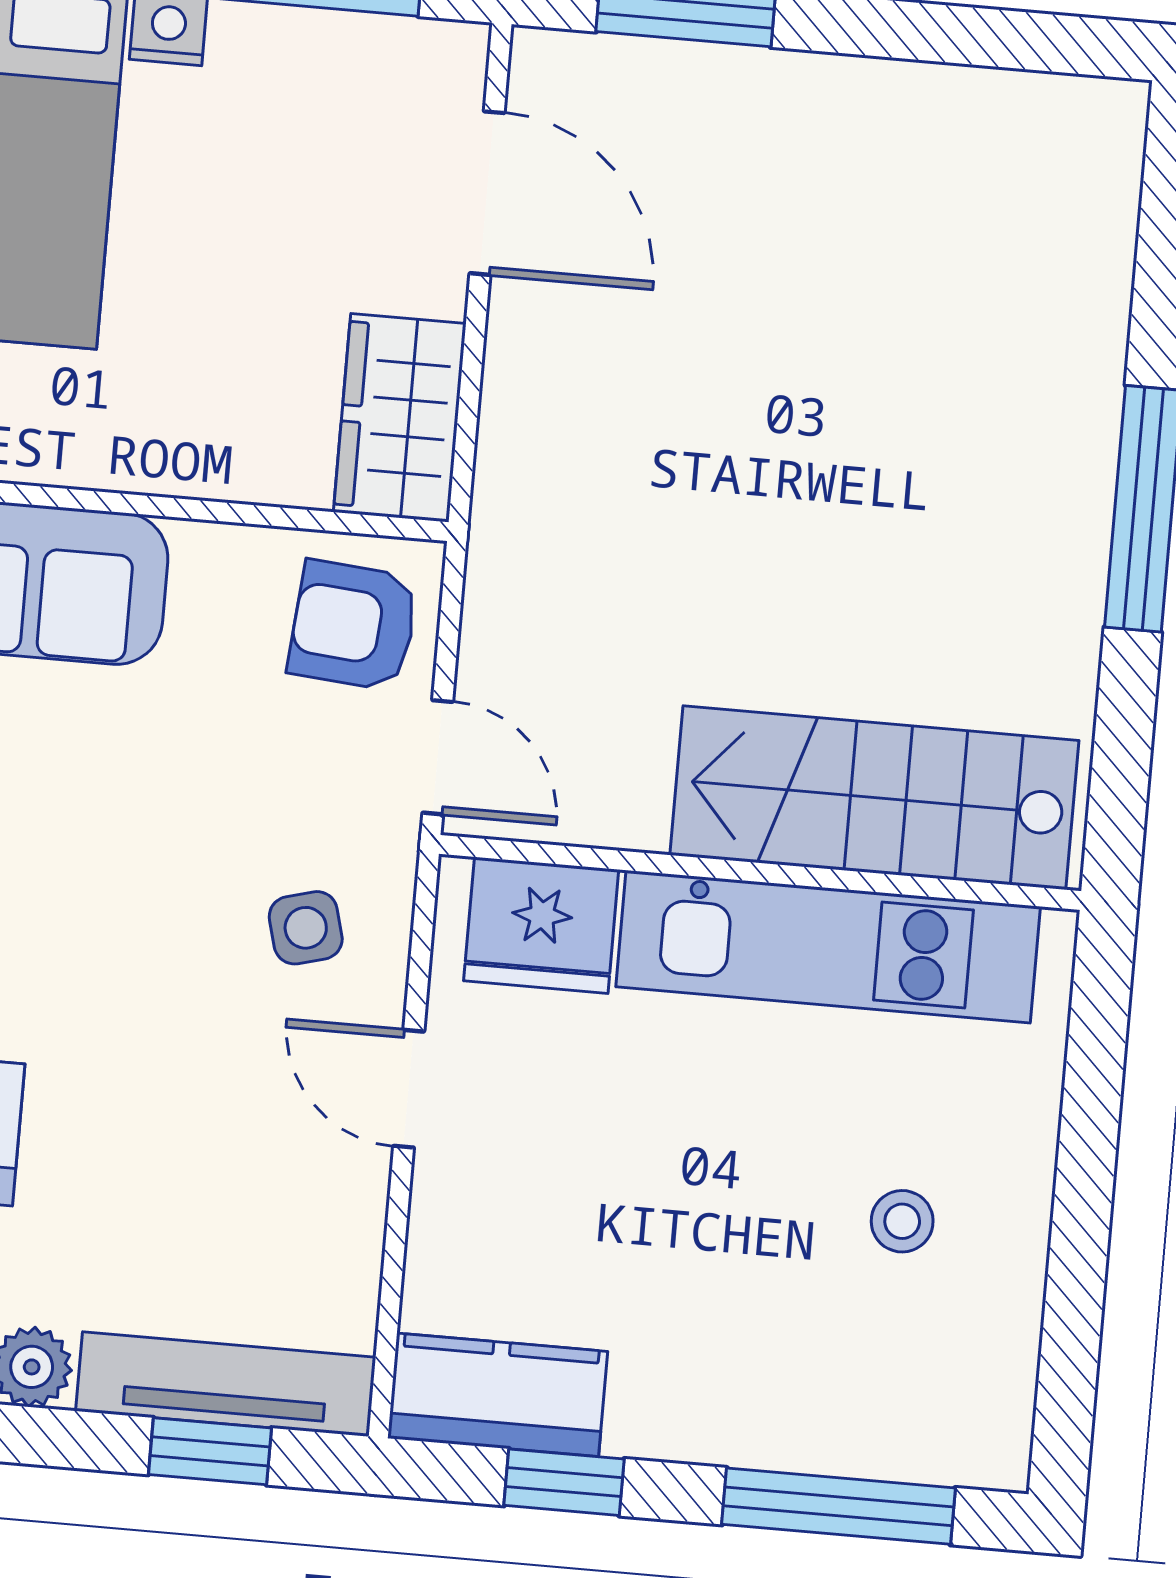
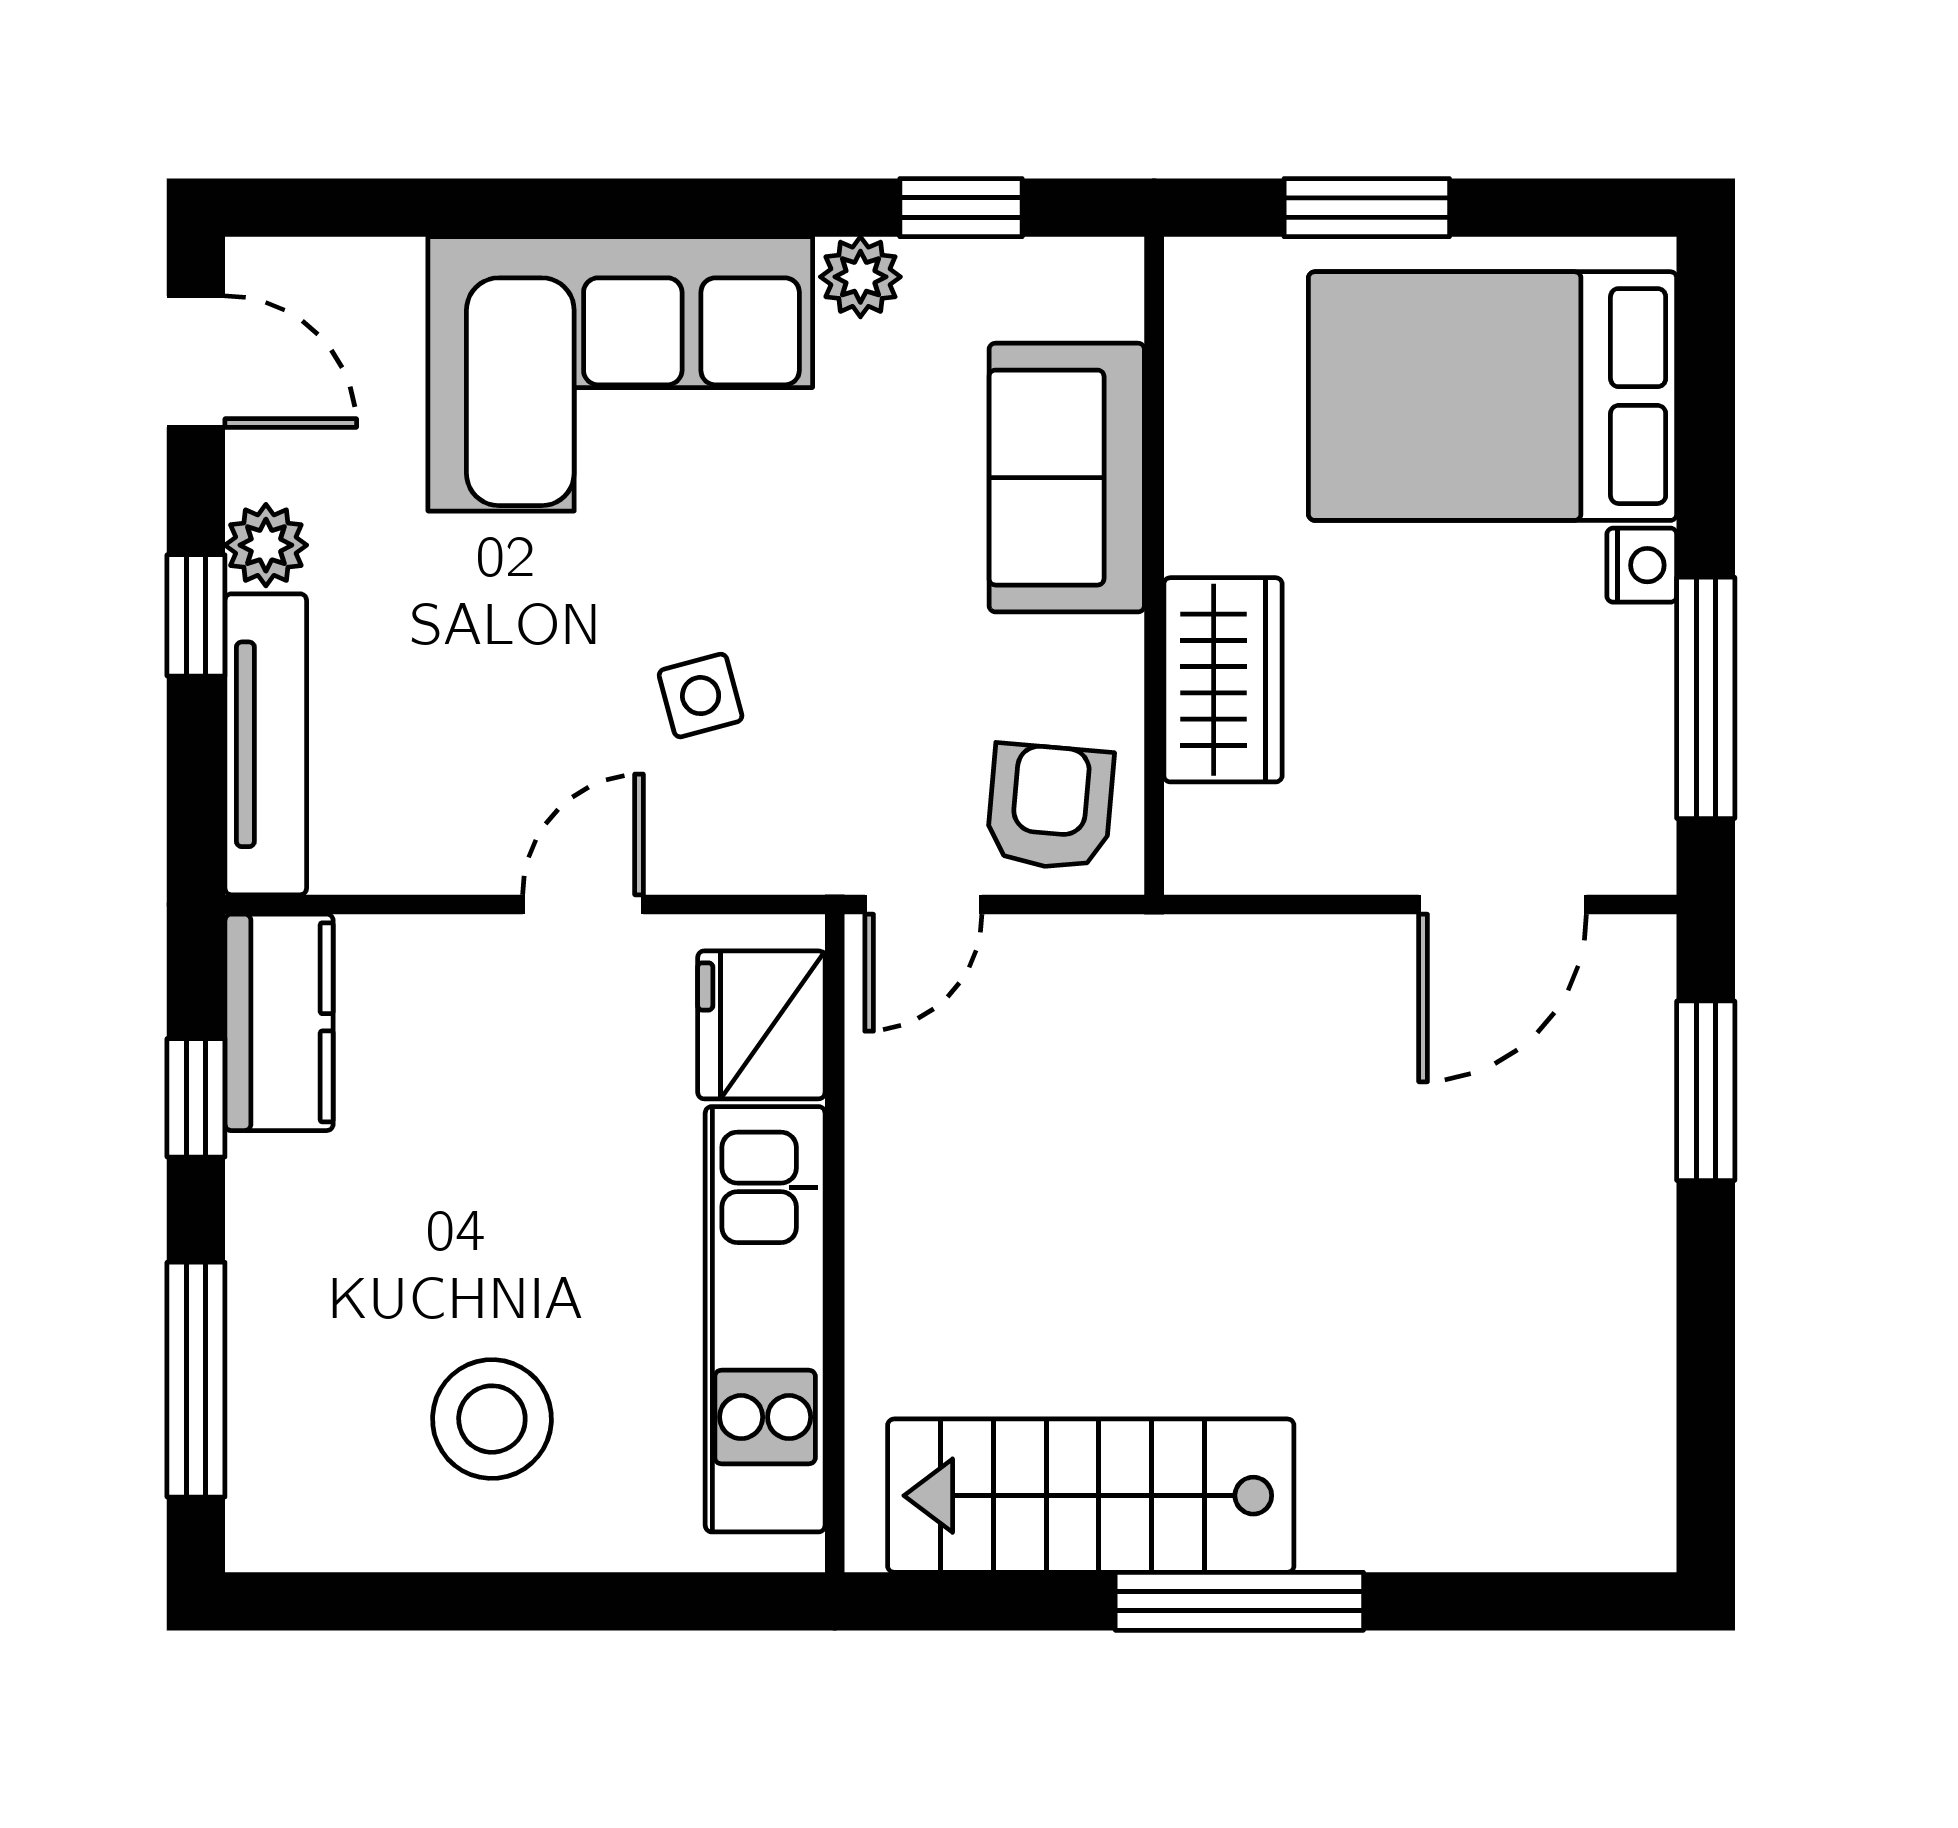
wardrobe: (400, 418) -> (1223, 680), moved, turned 90
stairs: (874, 798) -> (1091, 1496), moved, turned -90
side table: (306, 928) -> (701, 696), moved
stool: (902, 1221) -> (492, 1419), width x1.89, depth x1.89
window: (210, 1451) -> (196, 615), moved

